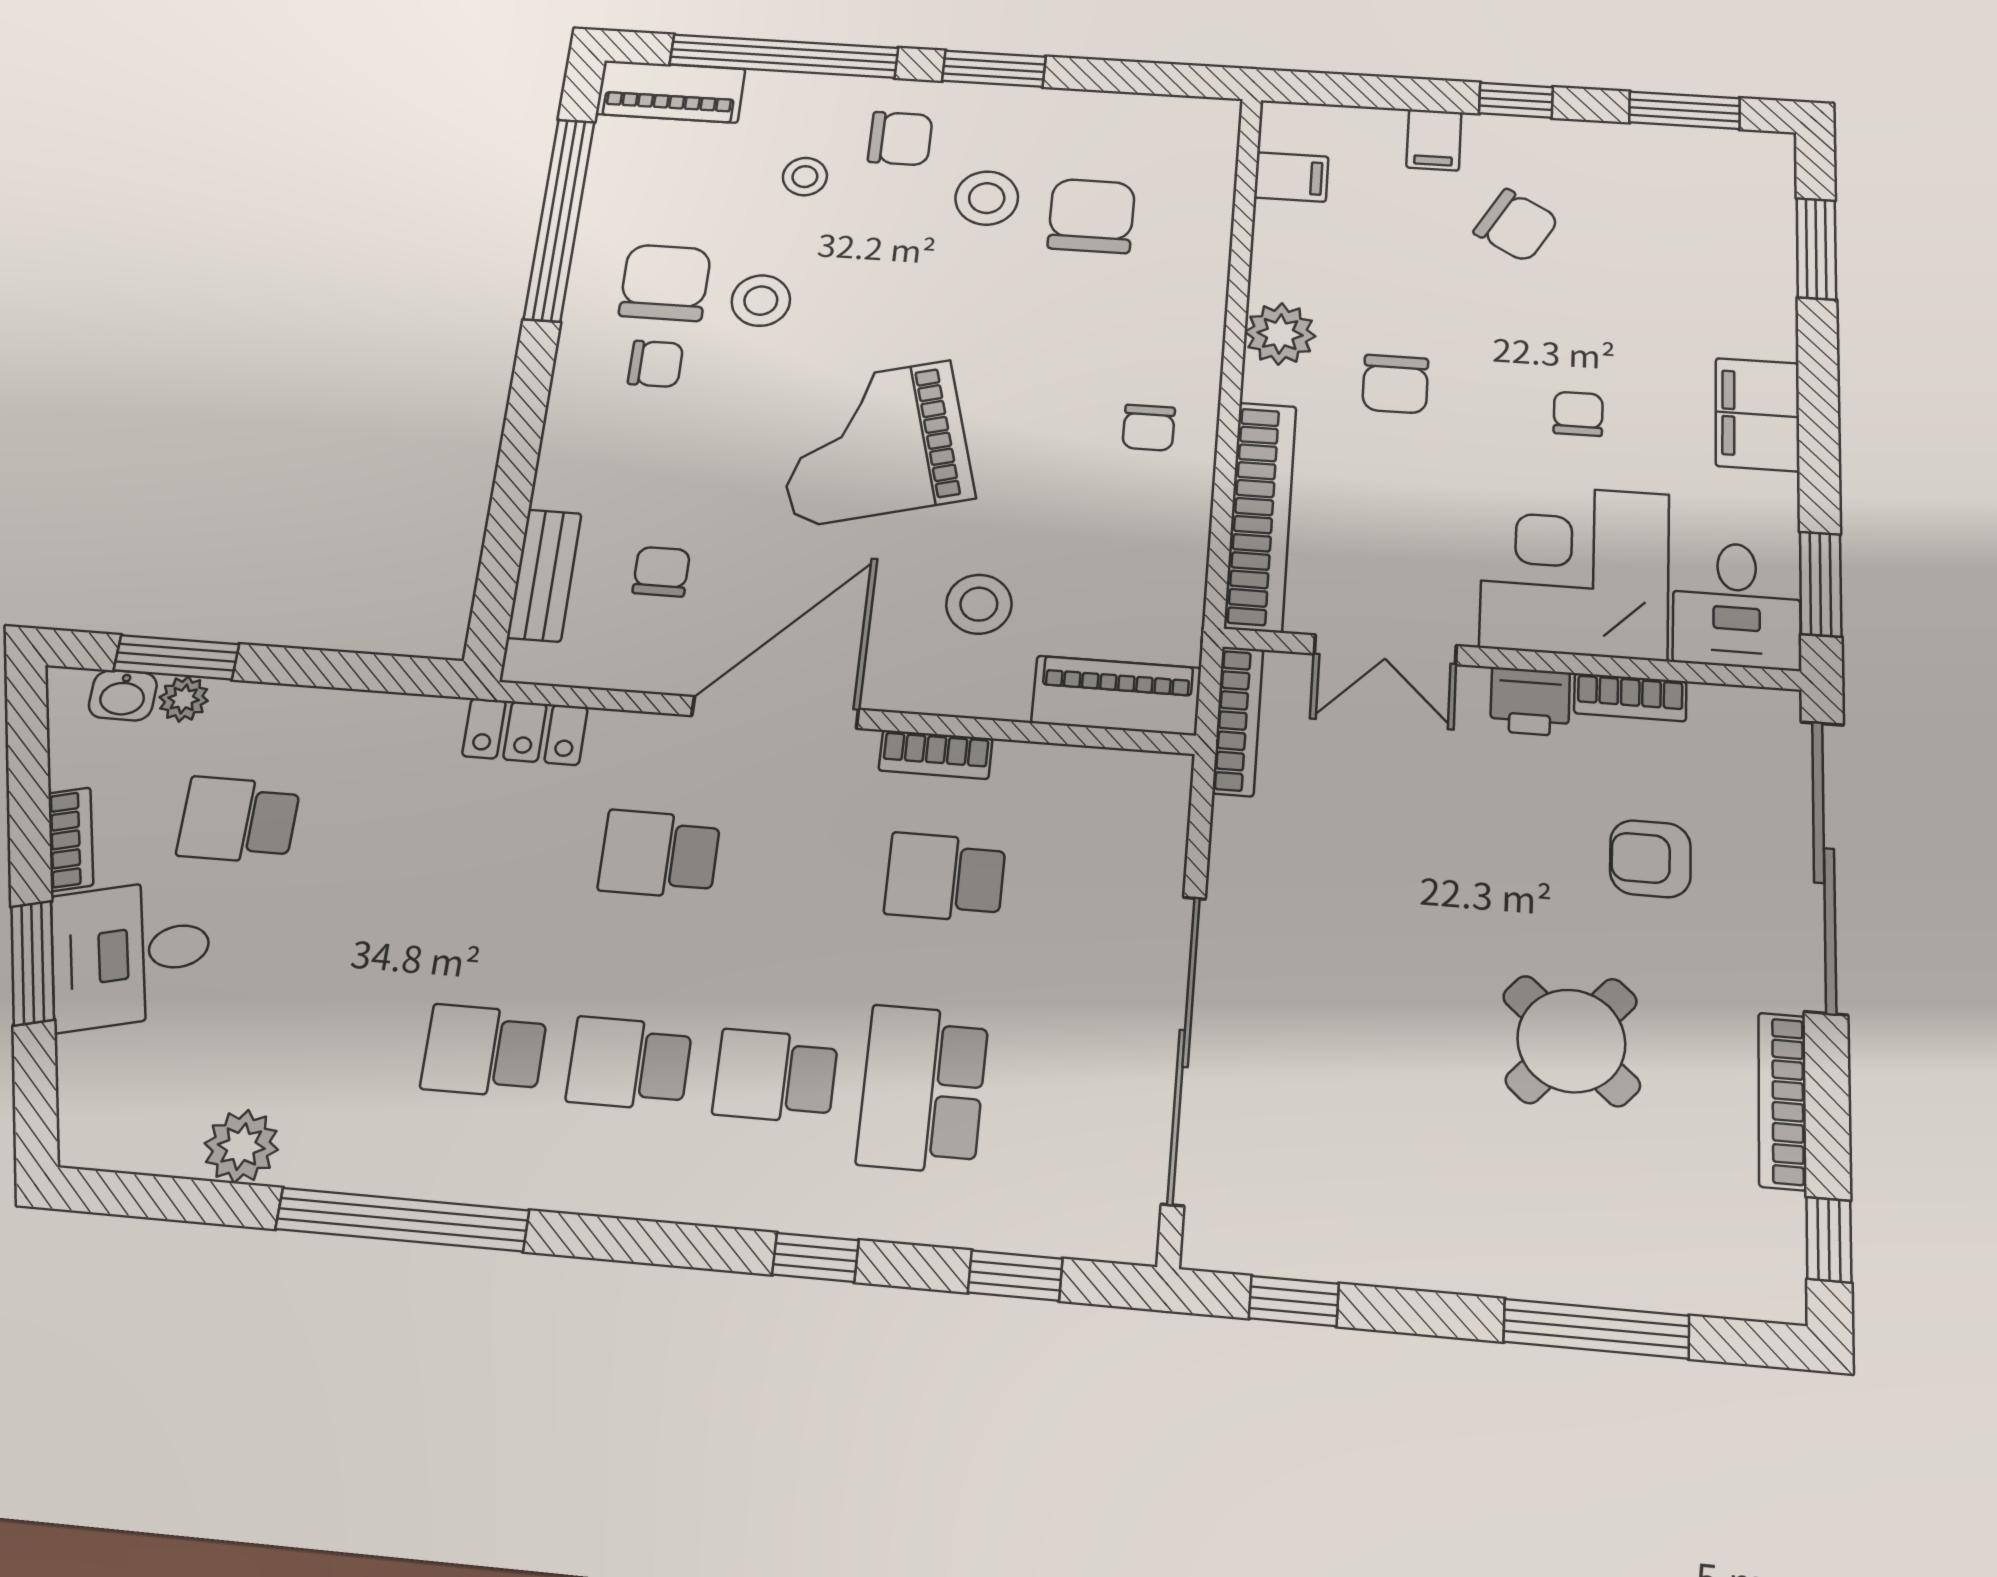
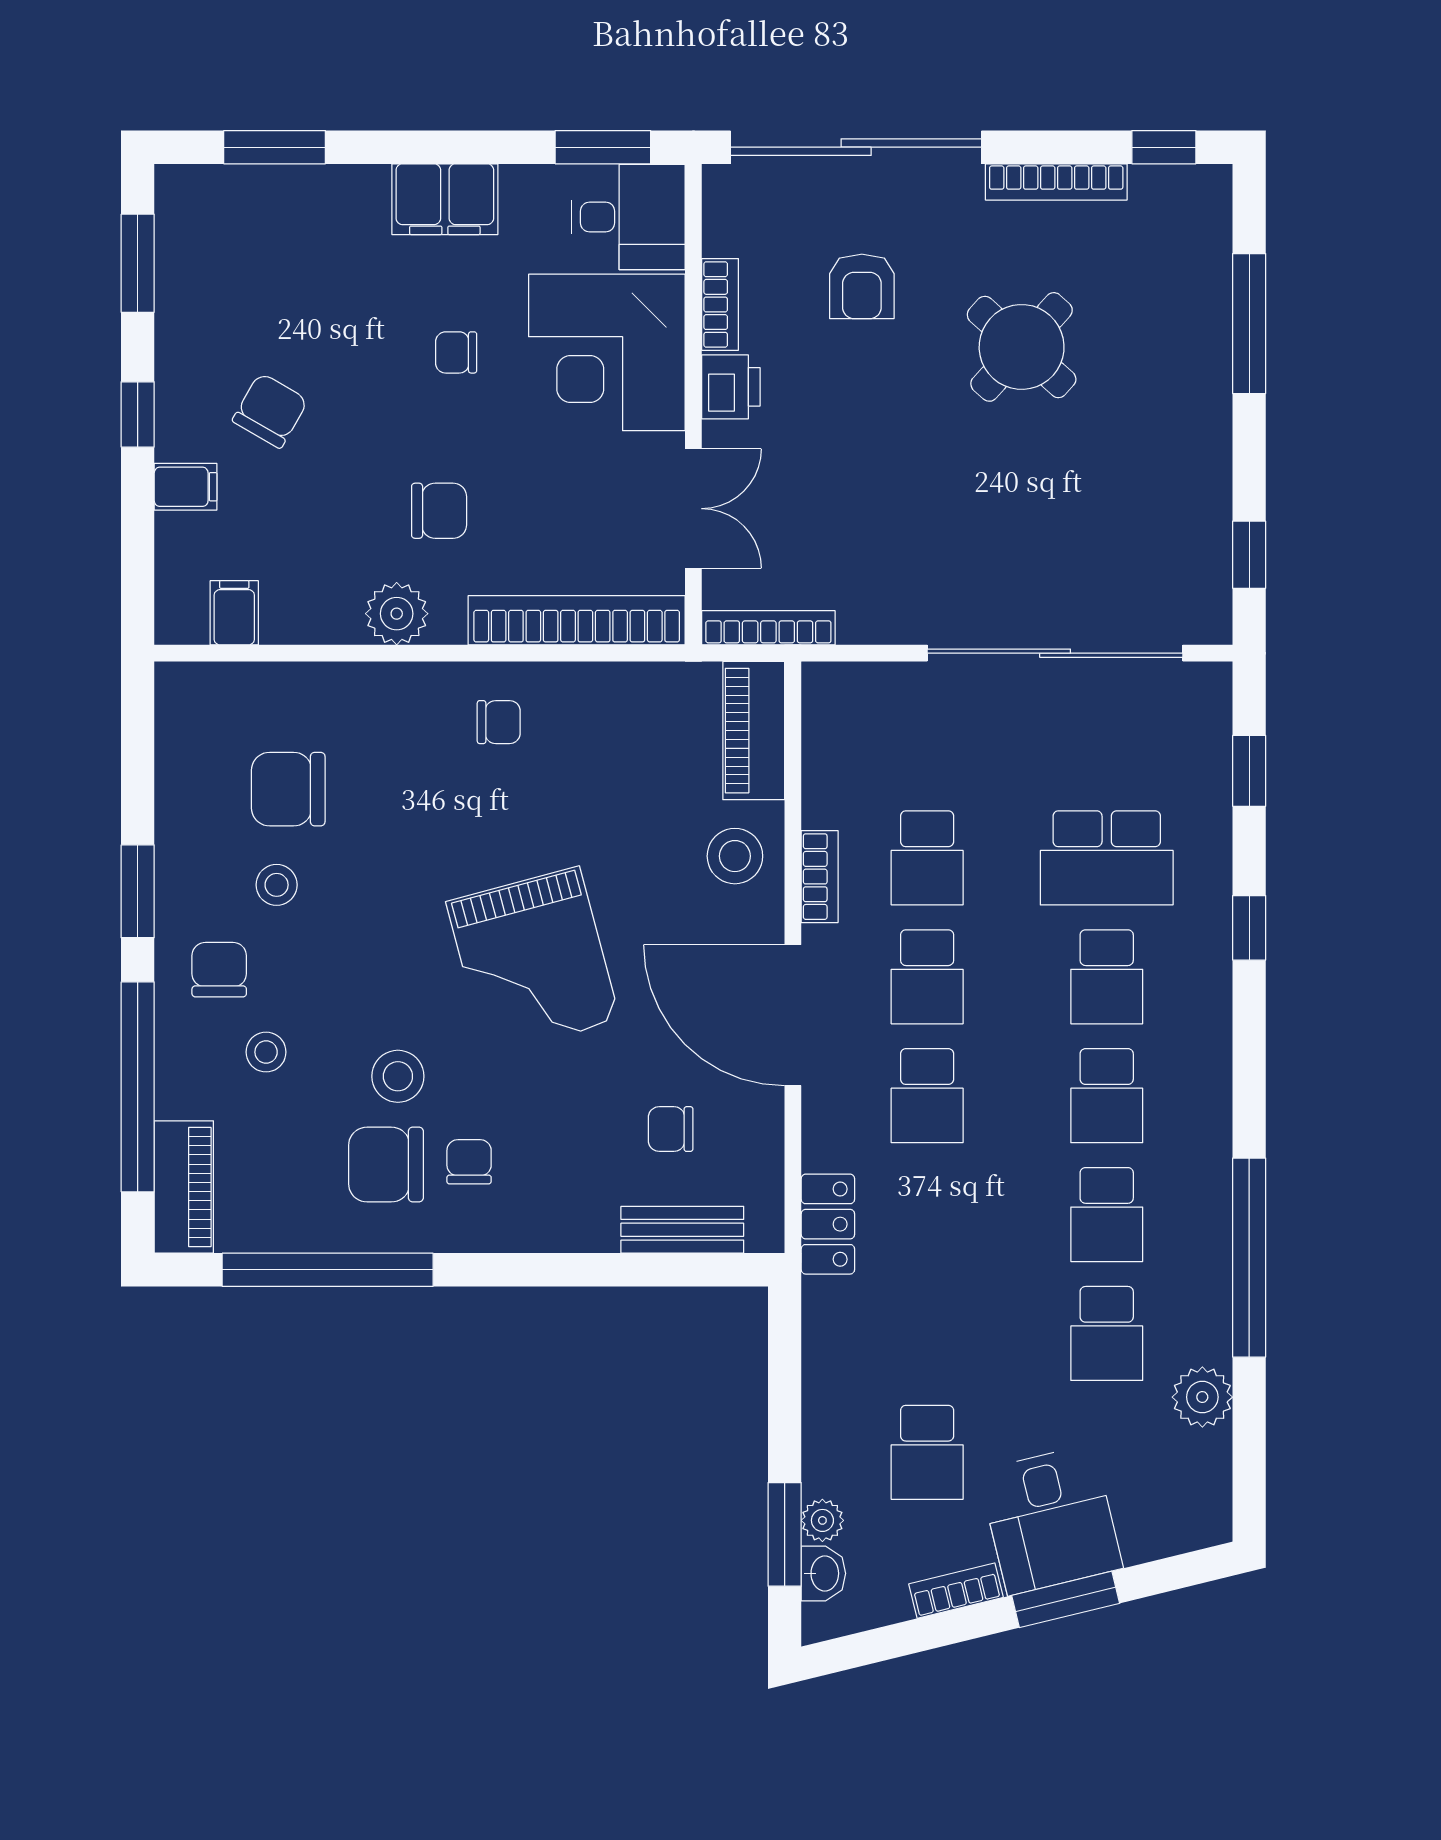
stool: (987, 198) -> (277, 885), width x0.73, depth x0.73
stool: (979, 604) -> (735, 856), moved
school desk: (802, 866) -> (927, 977), added
school desk: (340, 1038) -> (1107, 1333), added

